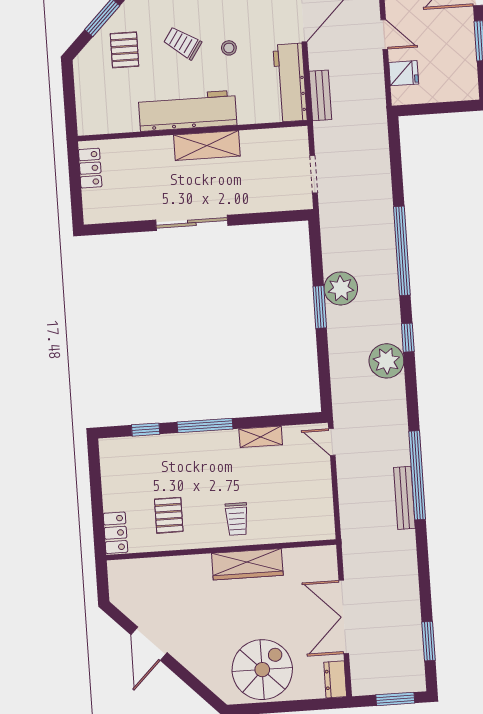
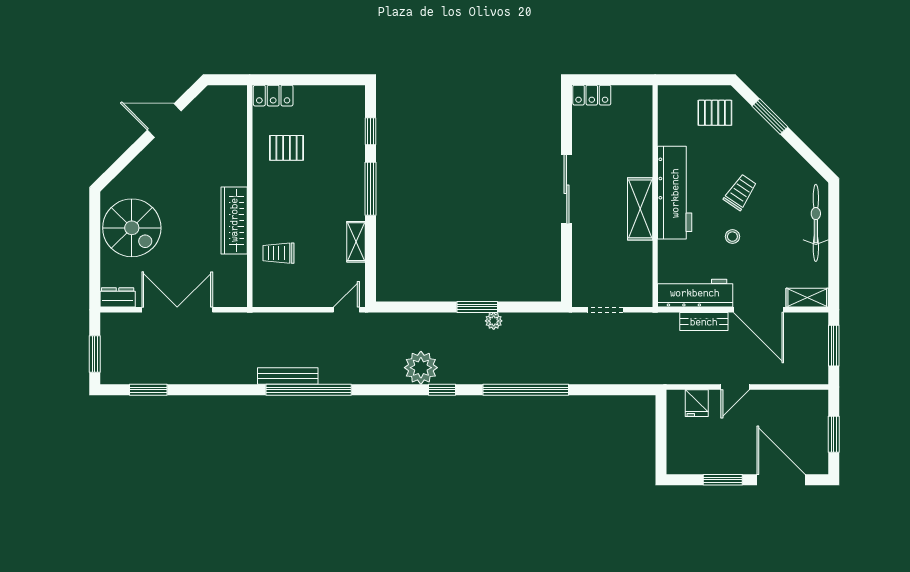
pallet: (124, 50) -> (715, 113), moved
bench: (320, 95) -> (704, 322), moved
locker: (90, 168) -> (592, 95), moved
plant: (341, 288) -> (494, 321), width x0.53, depth x0.53
trolley: (237, 519) -> (278, 253), moved

